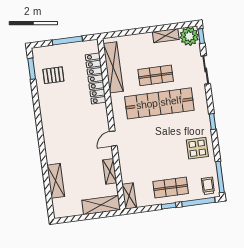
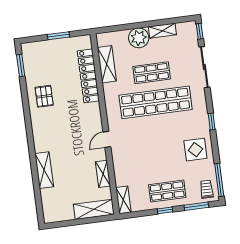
plant: (189, 36) -> (139, 38), moved
window: (67, 41) -> (58, 36), width x0.69
shelving: (113, 67) -> (107, 64), width x0.68
sliding door: (206, 70) -> (204, 67), width x1.37
pallet: (53, 75) -> (44, 96), moved, turned 90
shelving: (56, 181) -> (44, 170), moved
window: (198, 202) -> (196, 206), width x0.69

